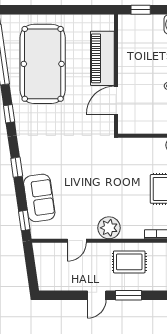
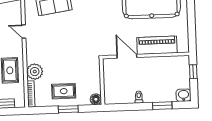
plant: (109, 228) -> (35, 72), moved

